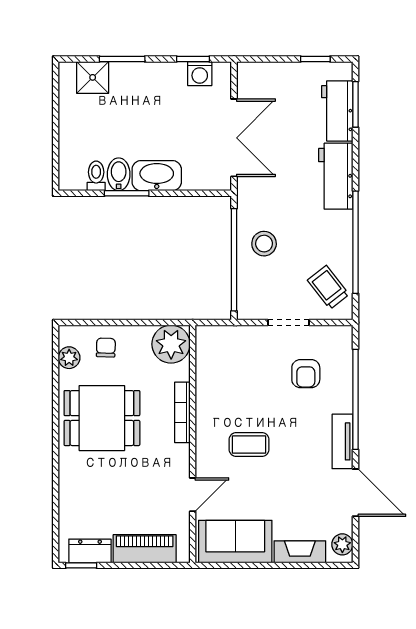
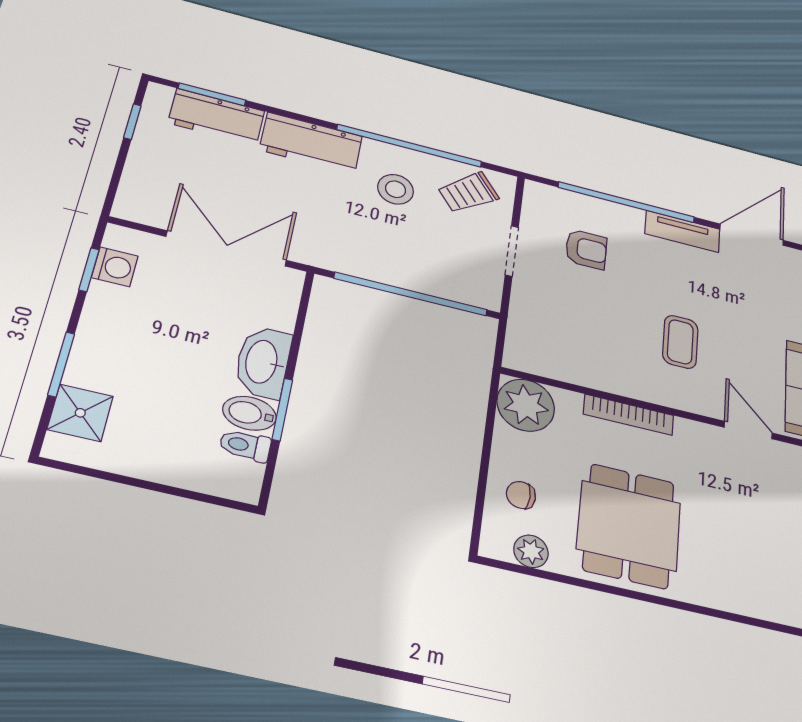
stool: (264, 244) -> (396, 189), moved

